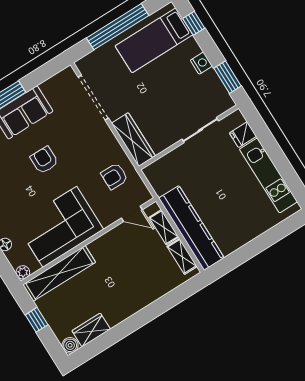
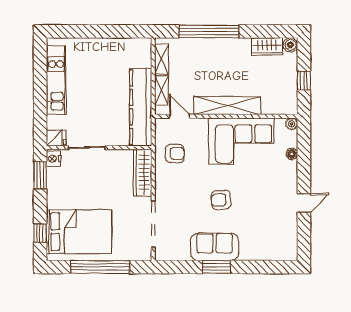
bed: (154, 40) -> (79, 232), width x1.50
nightstand: (201, 63) -> (53, 159), moved
fridge: (243, 135) -> (56, 138), moved
armchair: (44, 160) -> (221, 200), turned 86
kitchen counter: (191, 228) -> (141, 107), moved
shelving: (59, 273) -> (227, 106), moved
window: (154, 310) -> (209, 31), added

